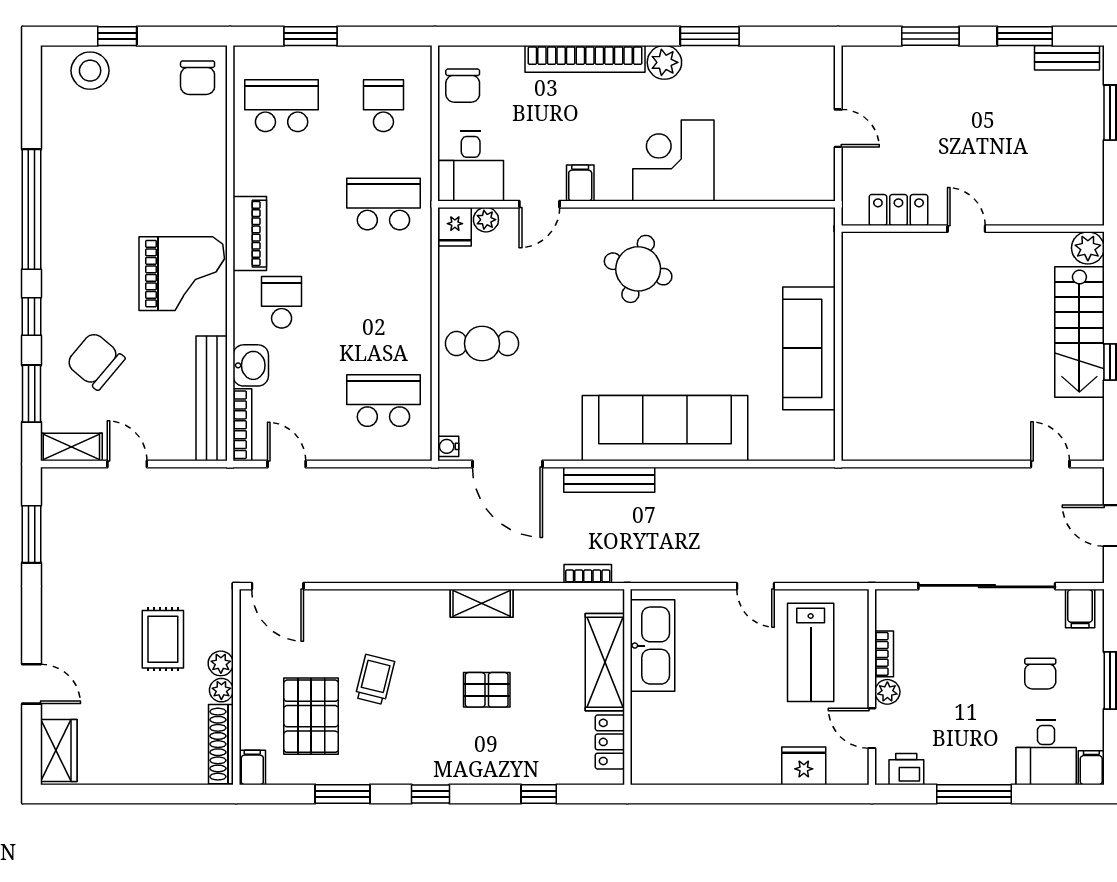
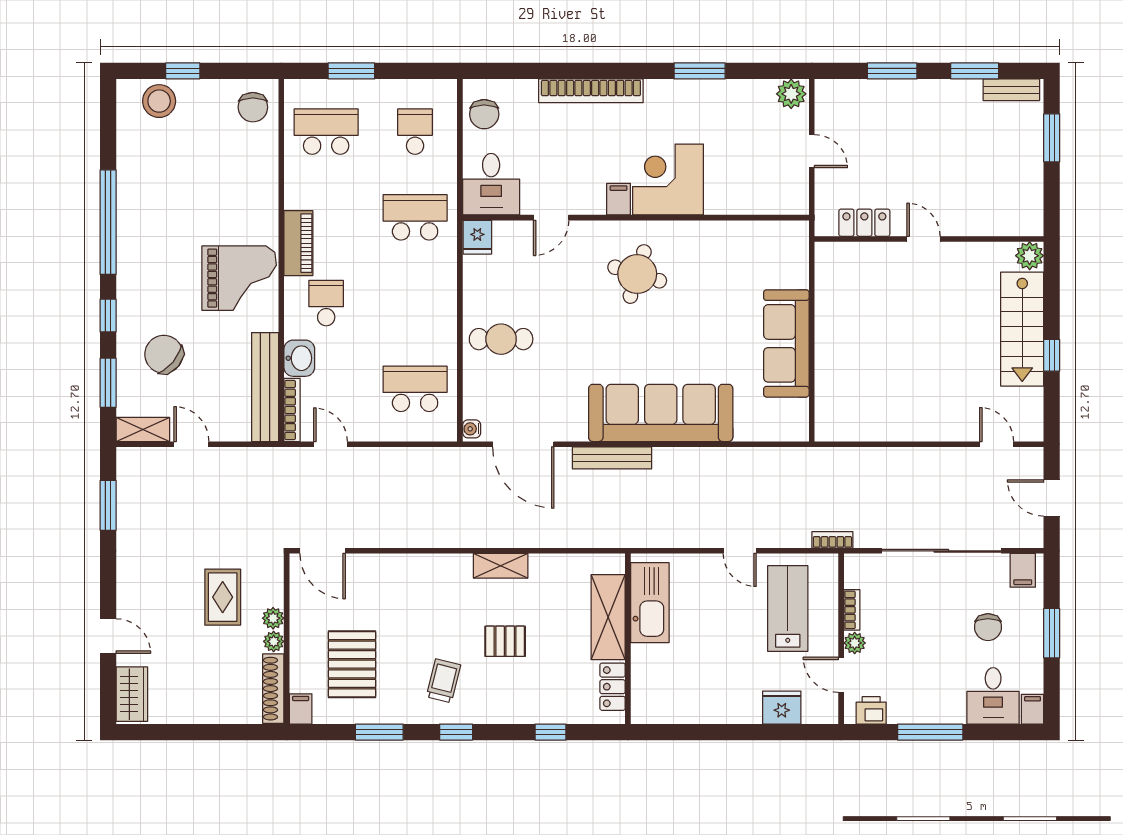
plant: (664, 62) -> (791, 94), moved
filing cabinet: (580, 183) -> (619, 199), moved
plant: (486, 220) -> (504, 231), removed
bookcase: (588, 574) -> (832, 540), moved
lab bench: (811, 652) -> (788, 609), turned 180
trolley: (375, 680) -> (444, 681), moved

